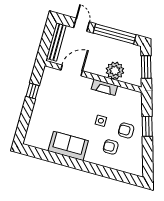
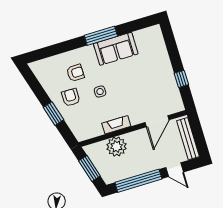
armchair: (126, 130) -> (71, 97), turned -90
window: (73, 163) -> (101, 36), added

